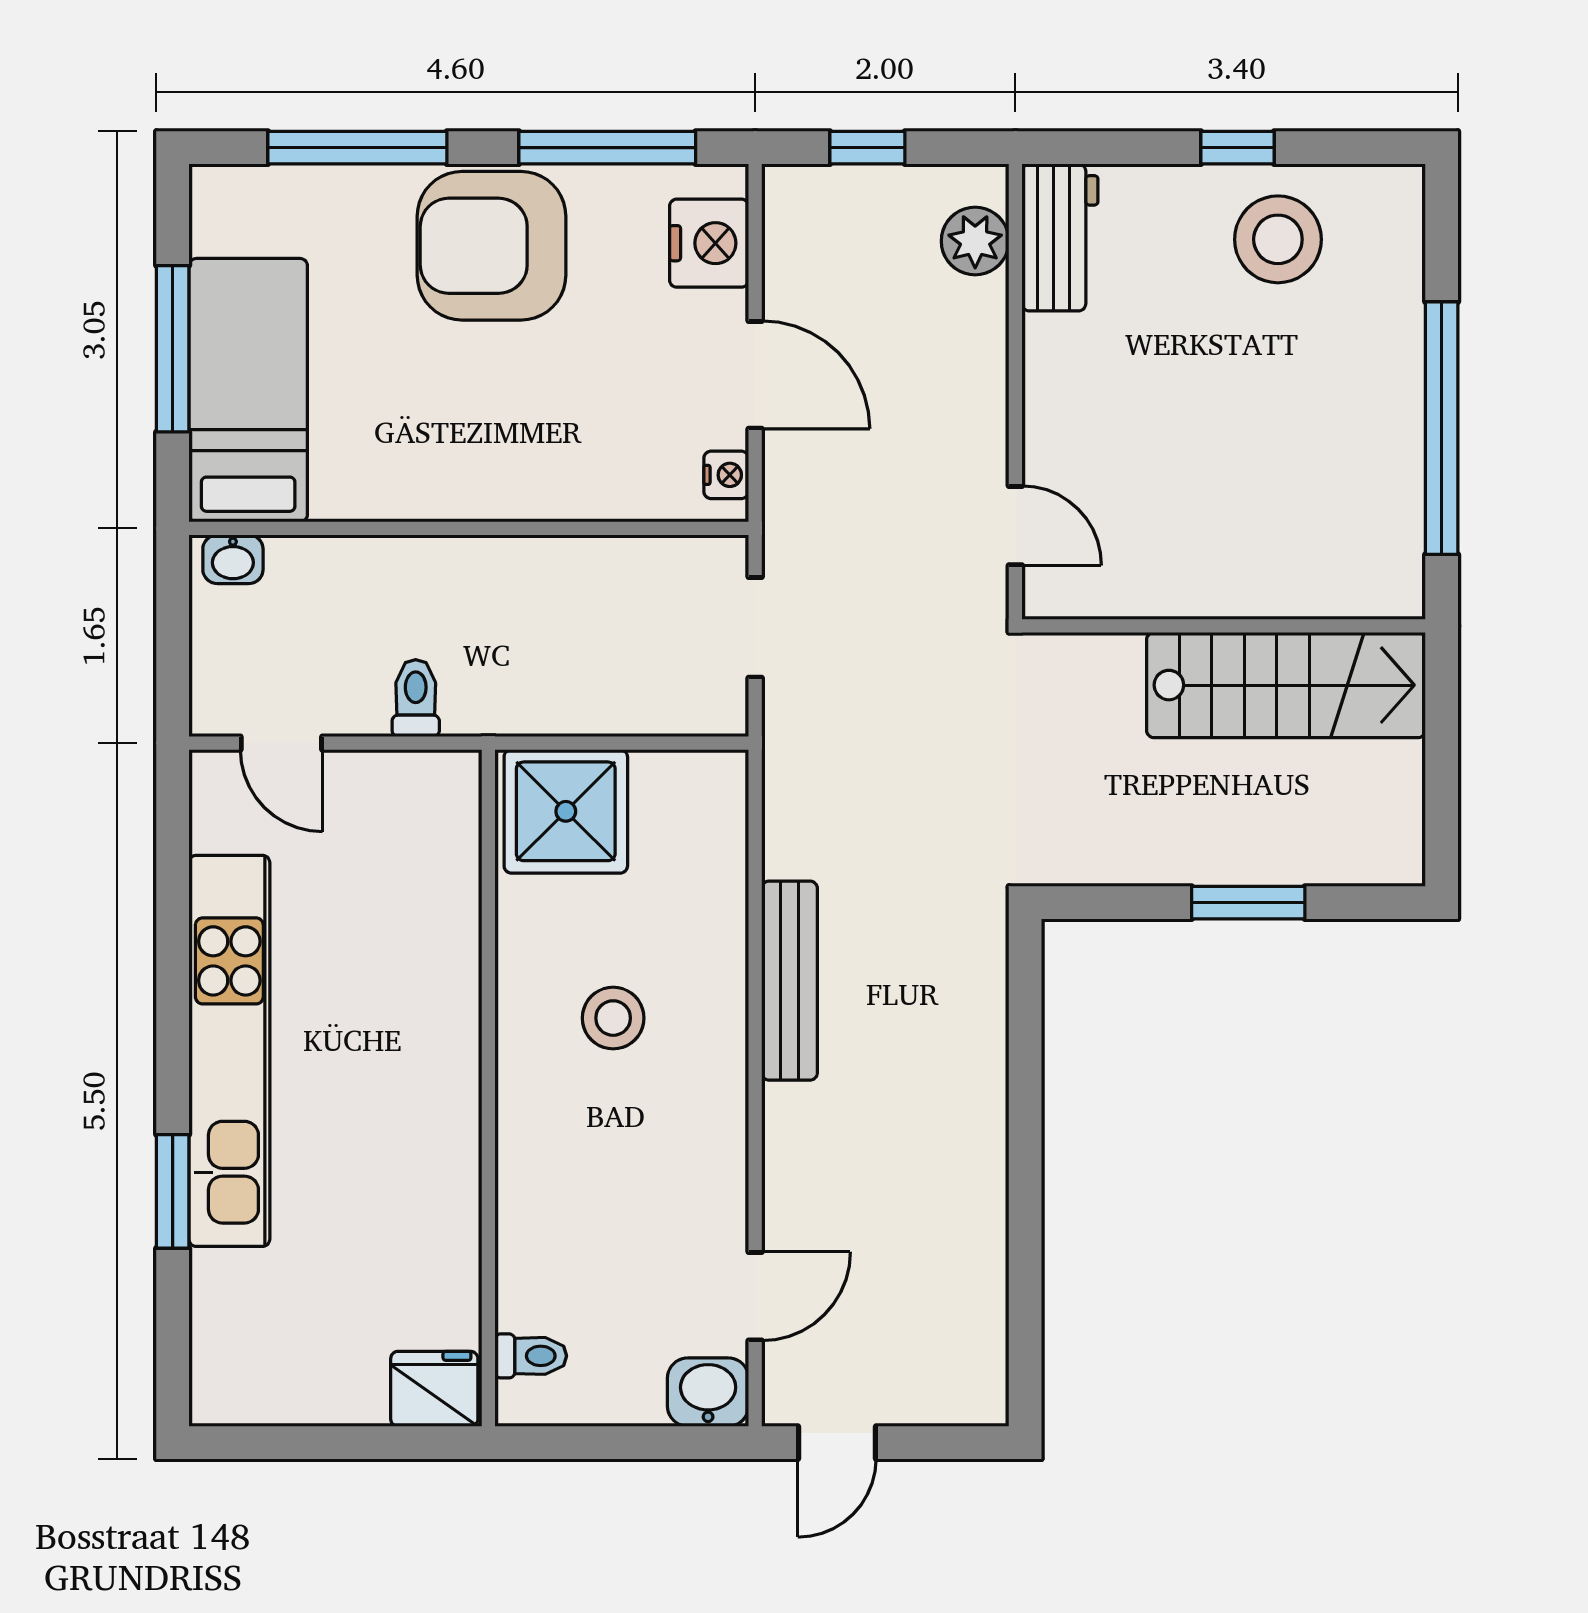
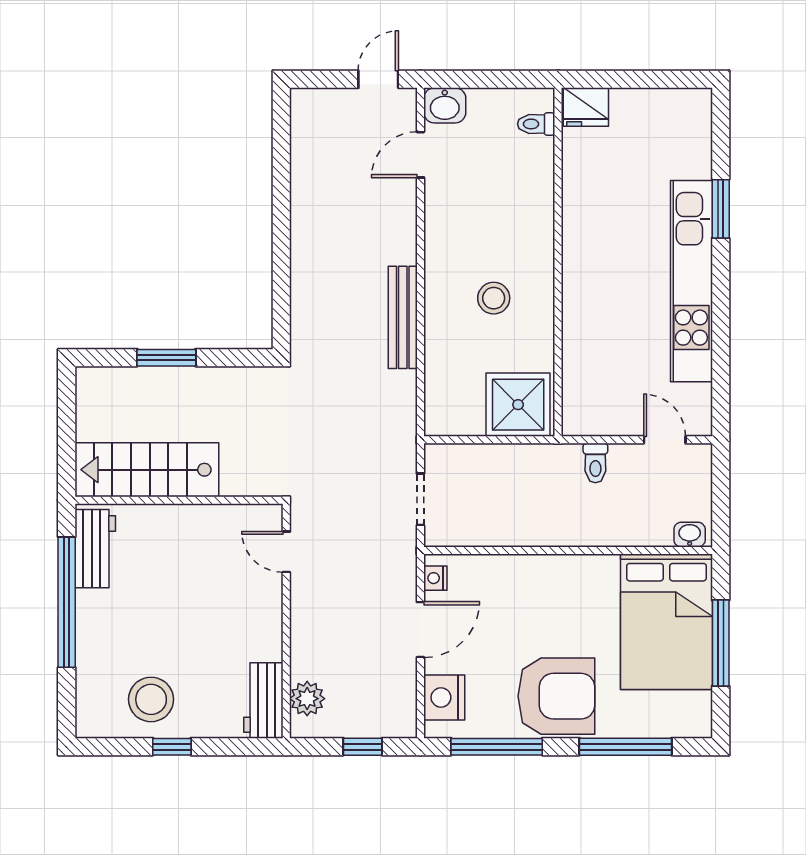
door: (755, 375) -> (420, 630), swing flipped
bed: (248, 390) -> (666, 622), width x1.50
workbench: (1386, 532) -> (95, 549), added

